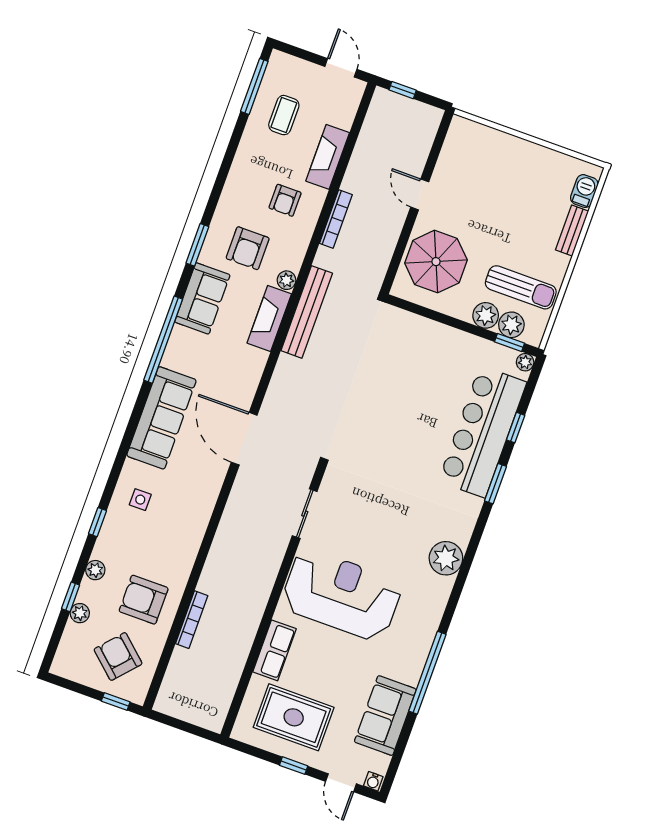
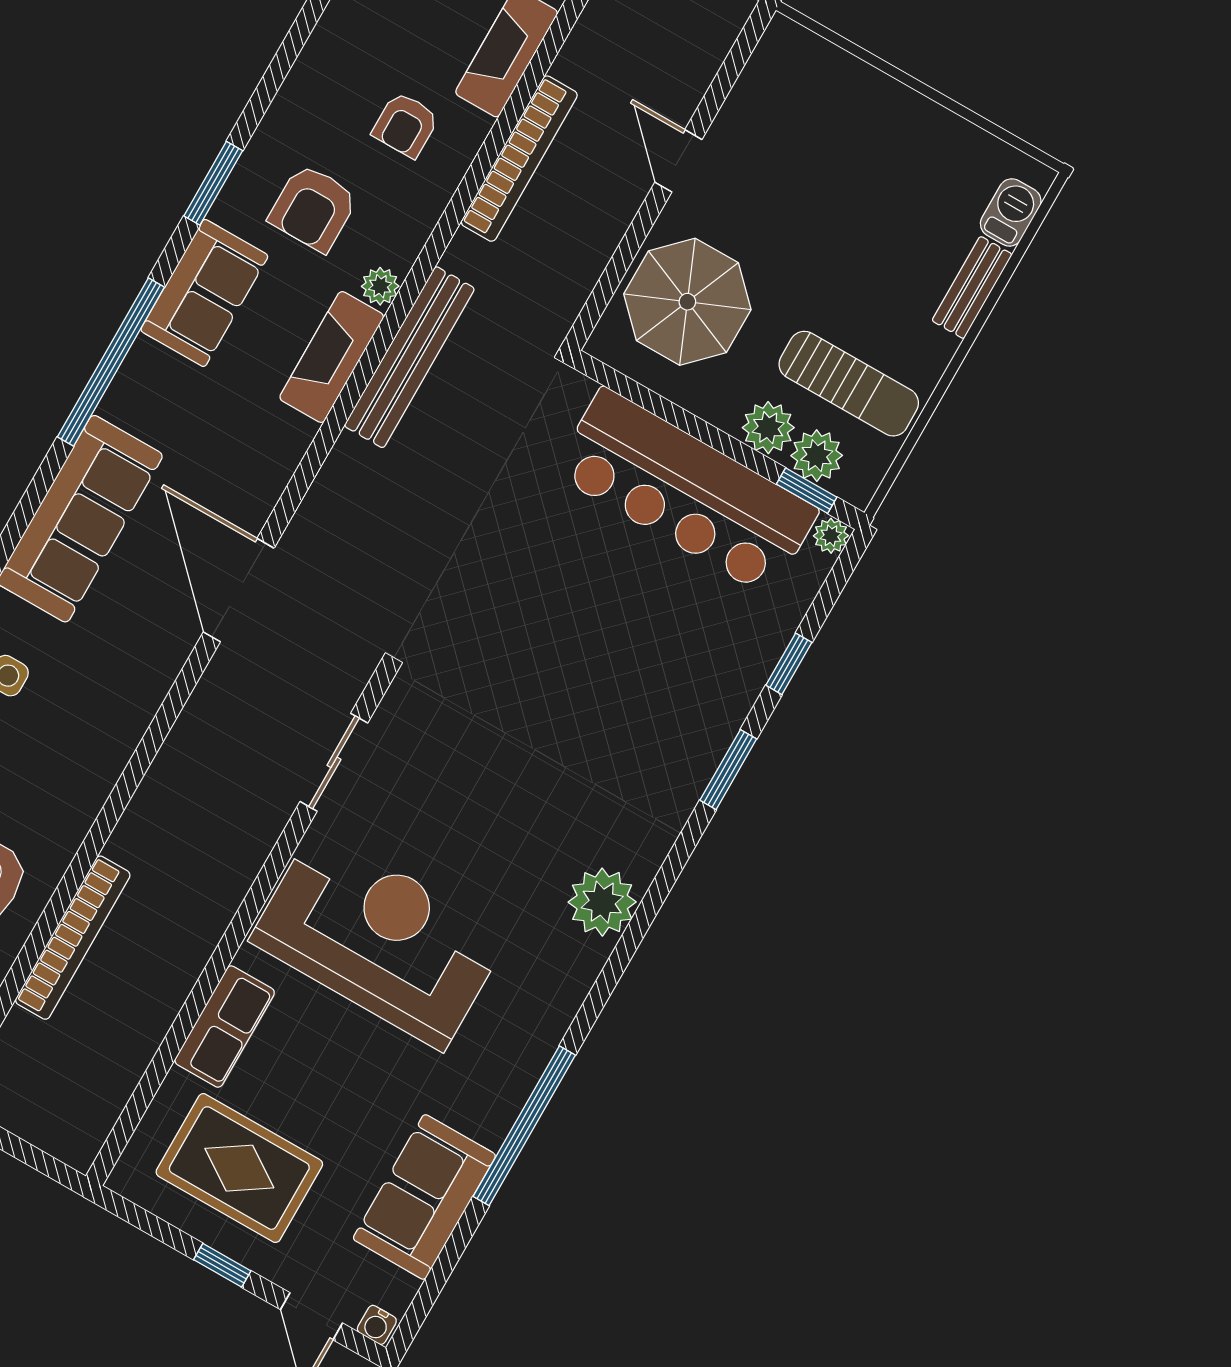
bookcase: (336, 219) -> (519, 159), width x1.48, depth x1.31
bar counter: (483, 432) -> (686, 492), moved, turned -90
bookcase: (192, 620) -> (73, 938), width x1.48, depth x1.31

